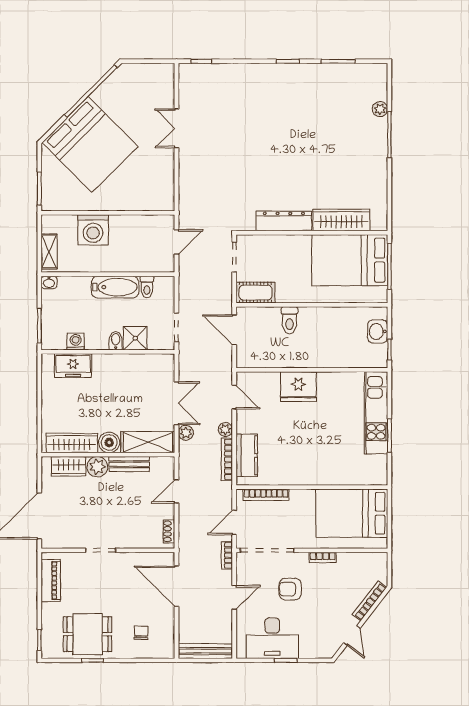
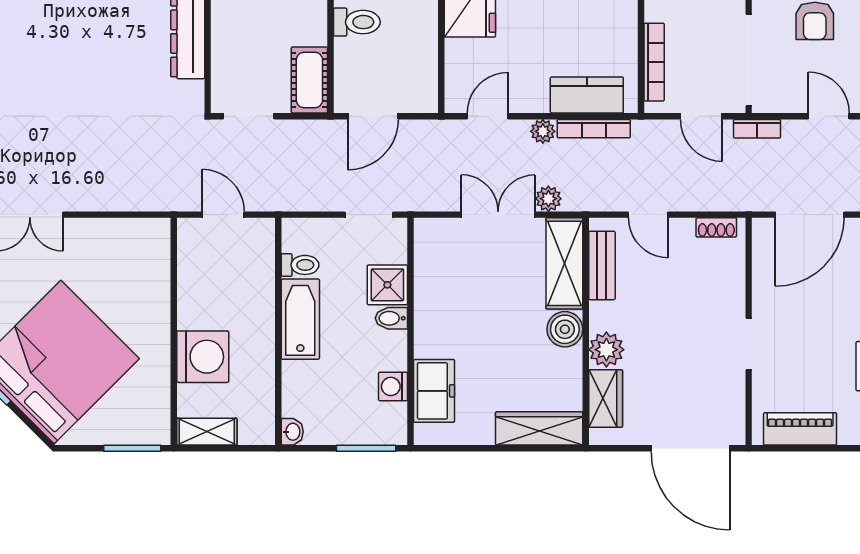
shelving: (49, 252) -> (207, 432), moved
wardrobe: (72, 443) -> (539, 428), moved, turned 90
bench: (129, 464) -> (602, 265), moved

